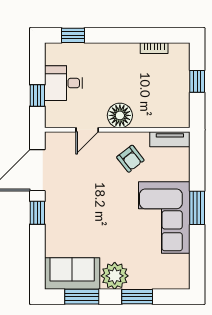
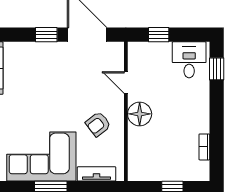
desk: (63, 83) -> (189, 60), moved
tv unit: (170, 139) -> (97, 174), moved, turned 90

